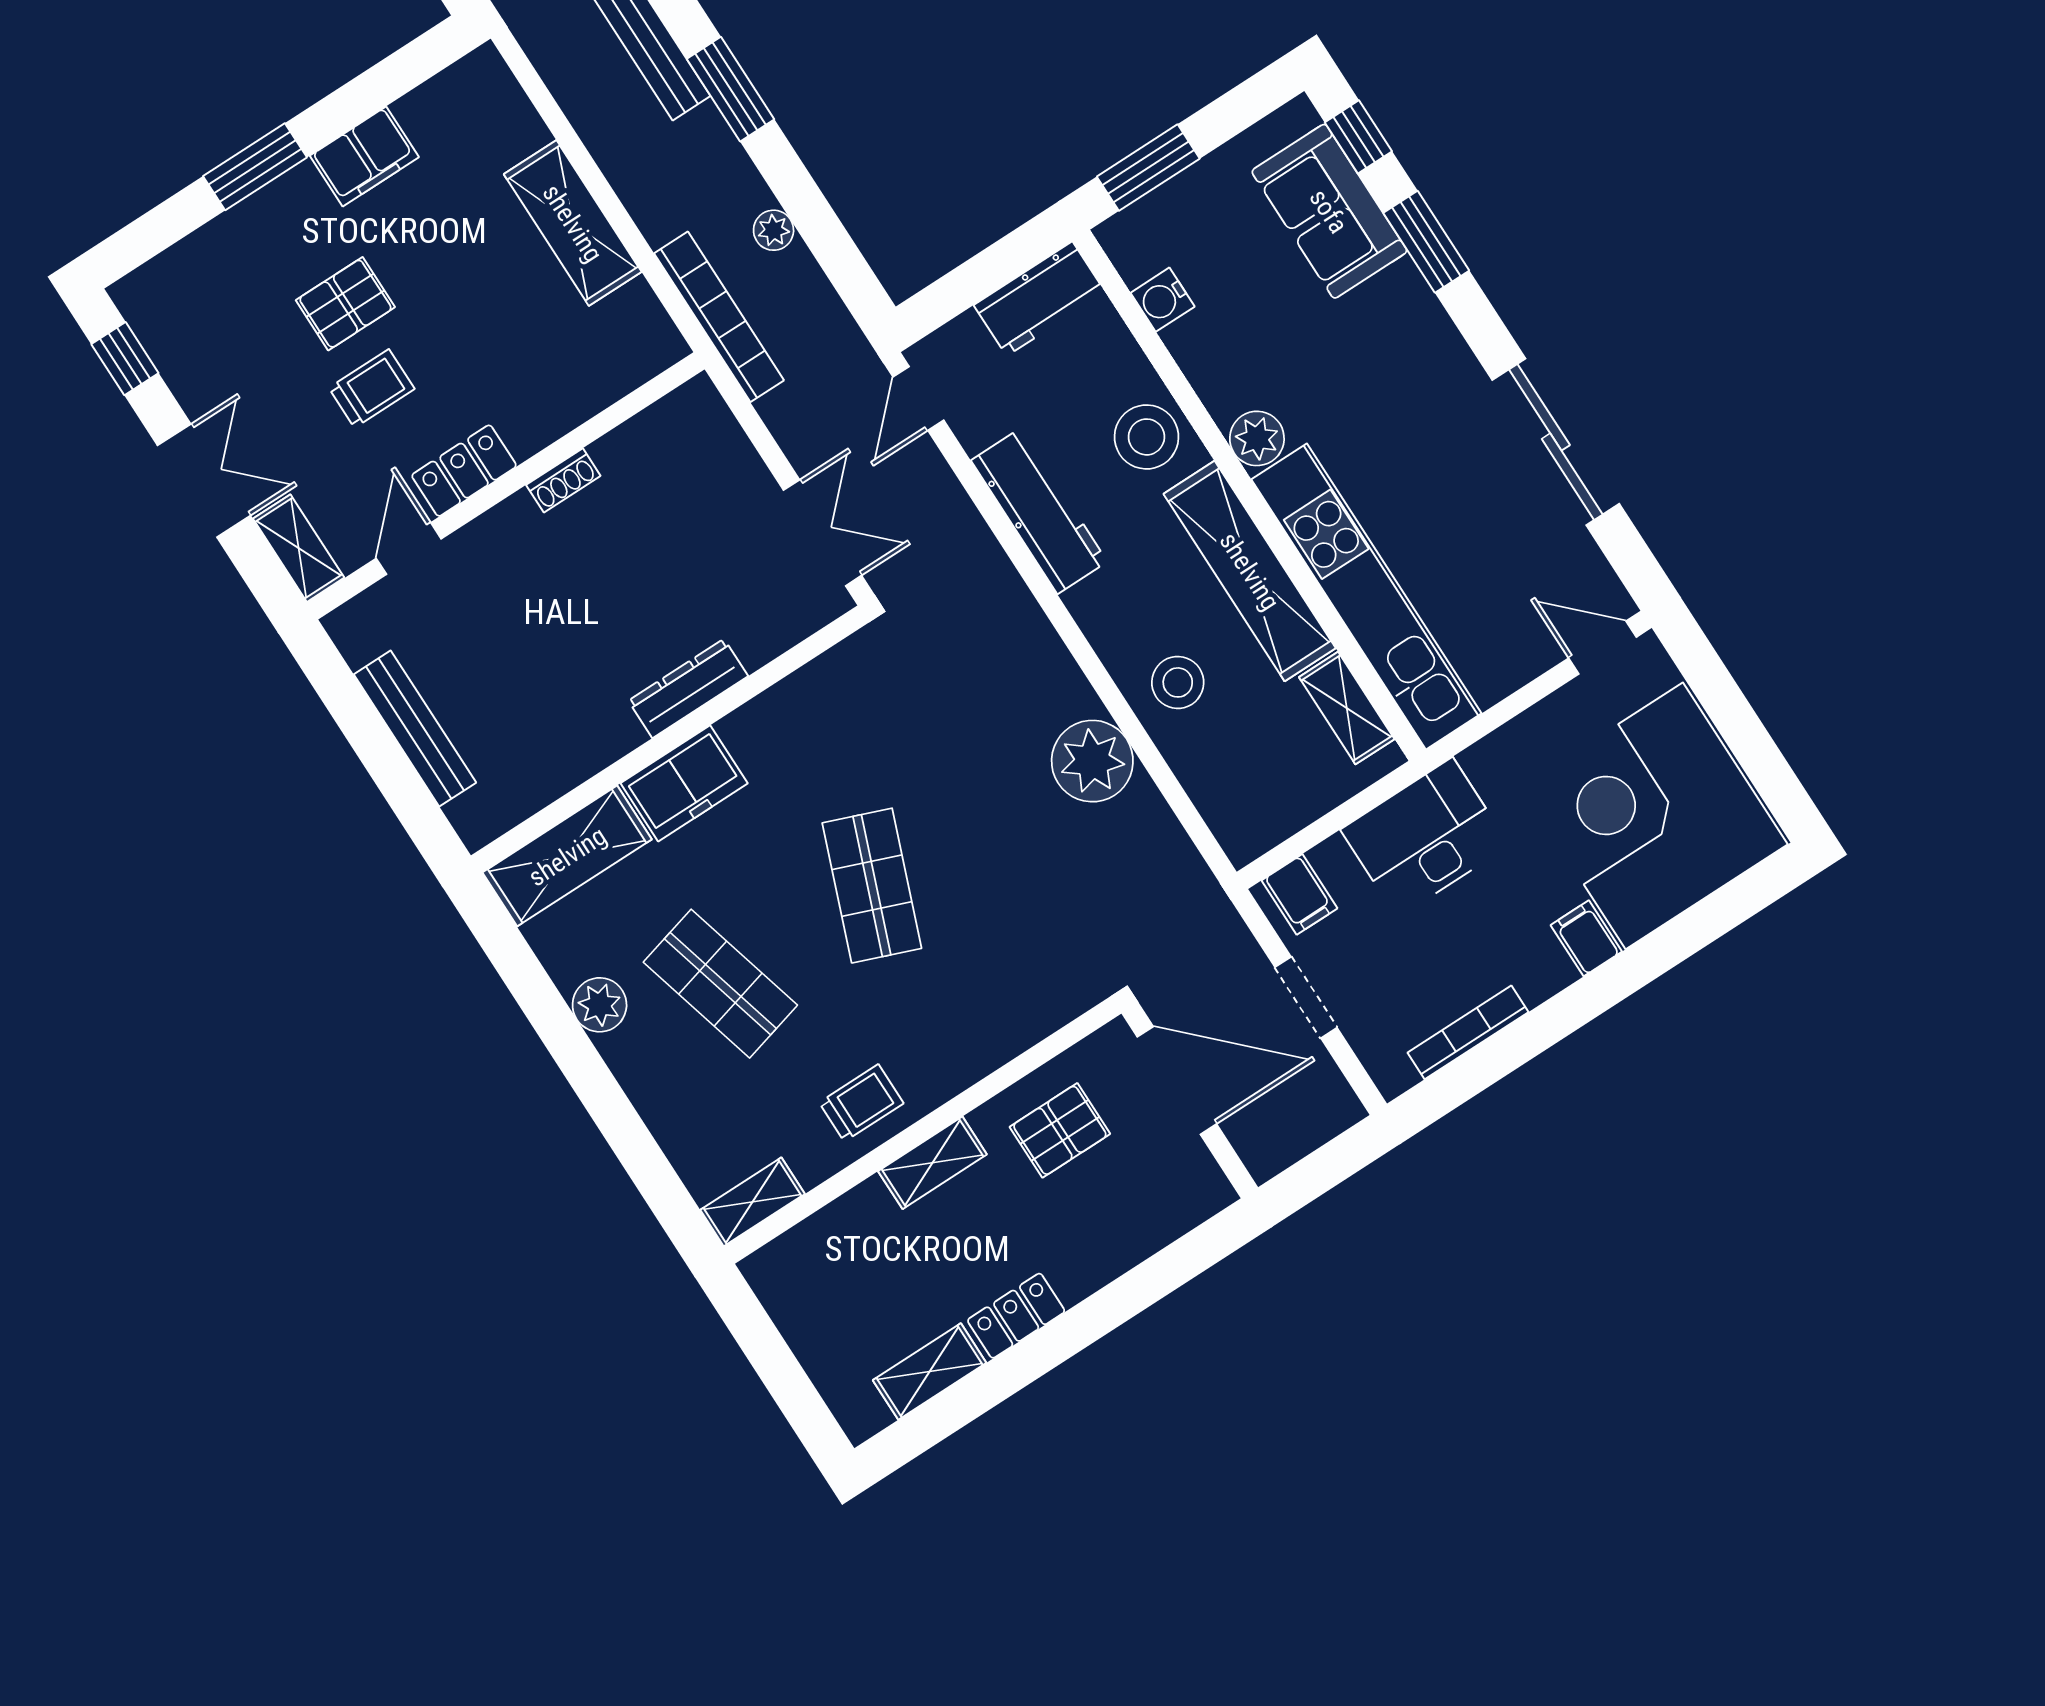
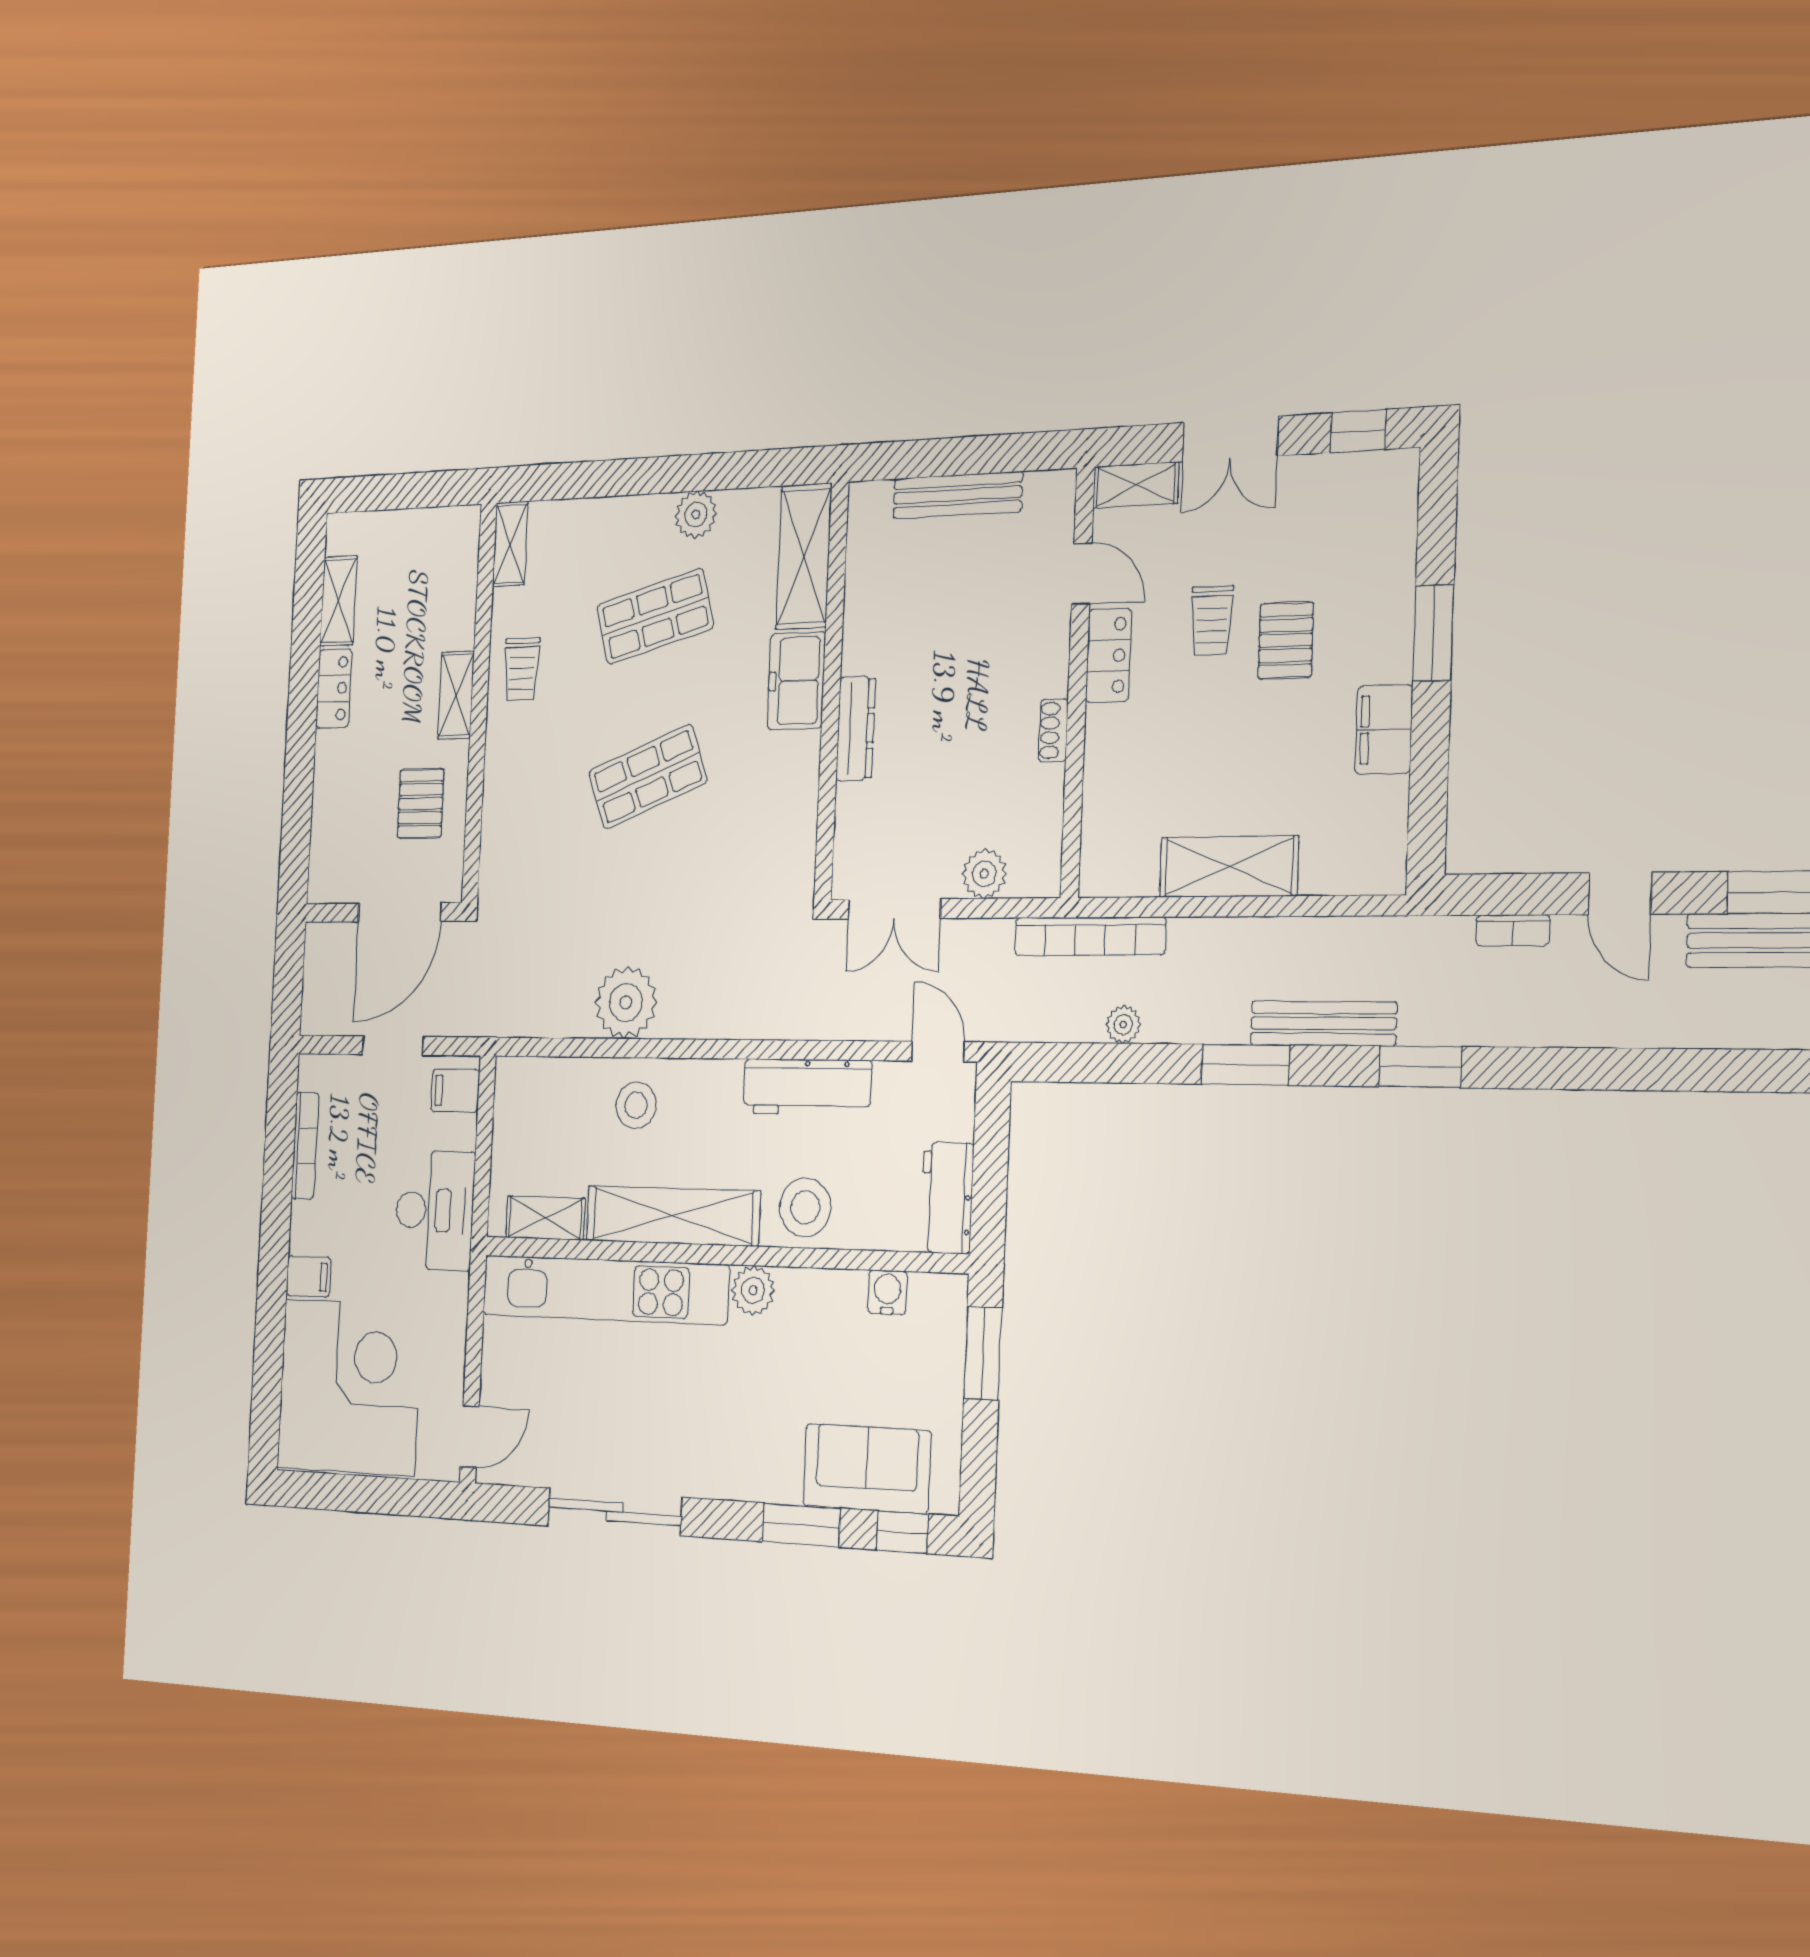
plant: (733, 462) -> (984, 874), added
shop shelf: (872, 886) -> (648, 777), turned -42

